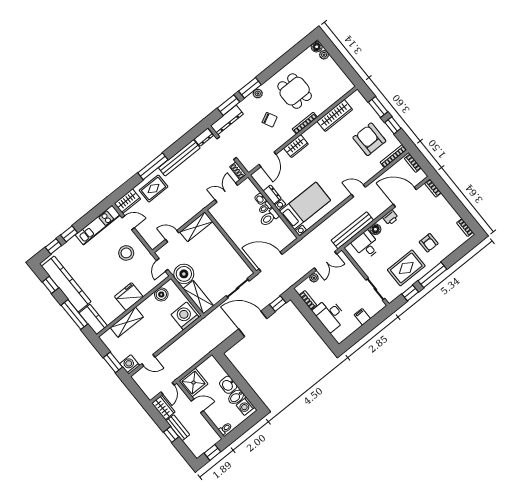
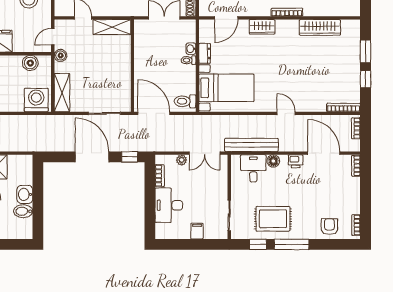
armchair: (369, 139) -> (334, 75), removed
toilet: (269, 218) -> (185, 101), moved
armchair: (429, 243) -> (329, 227), moved, turned 180
boiler: (184, 274) -> (61, 55), width x0.54, depth x0.54
washing machine: (245, 406) -> (25, 227), removed

